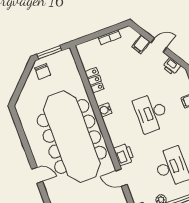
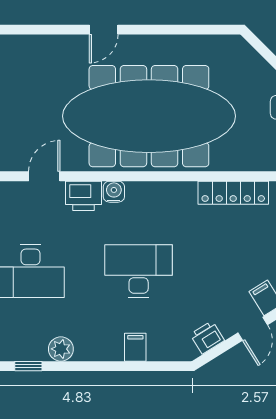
locker: (94, 80) -> (233, 193), width x1.53
water cooler: (105, 110) -> (114, 192), moved

